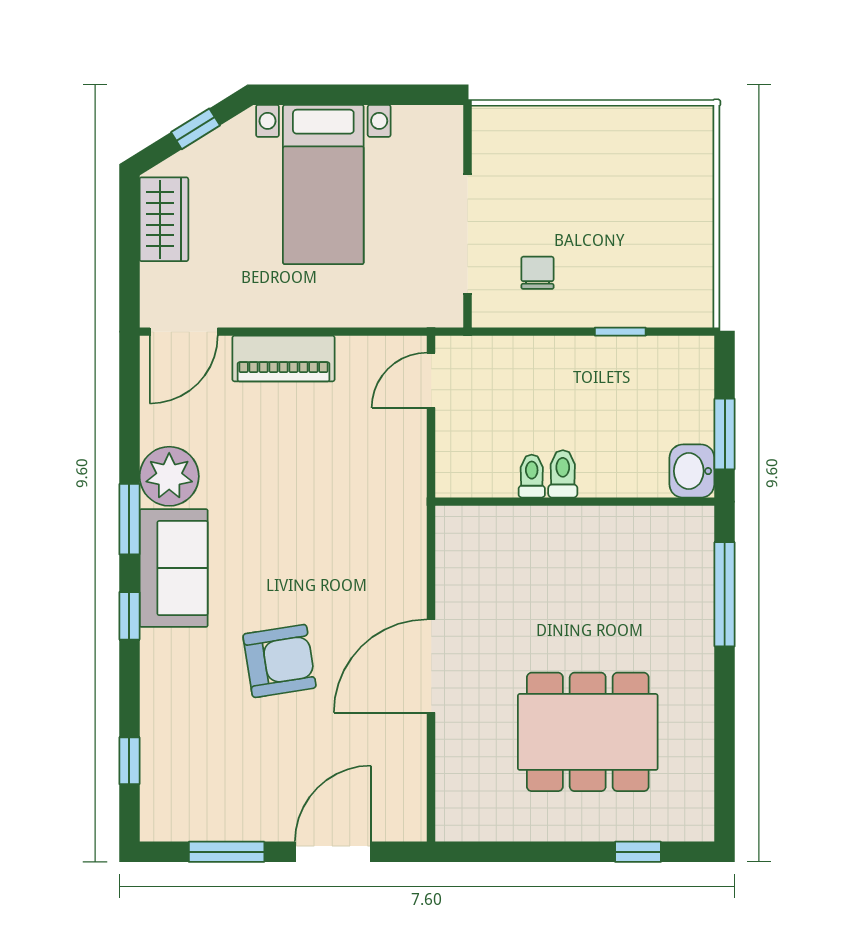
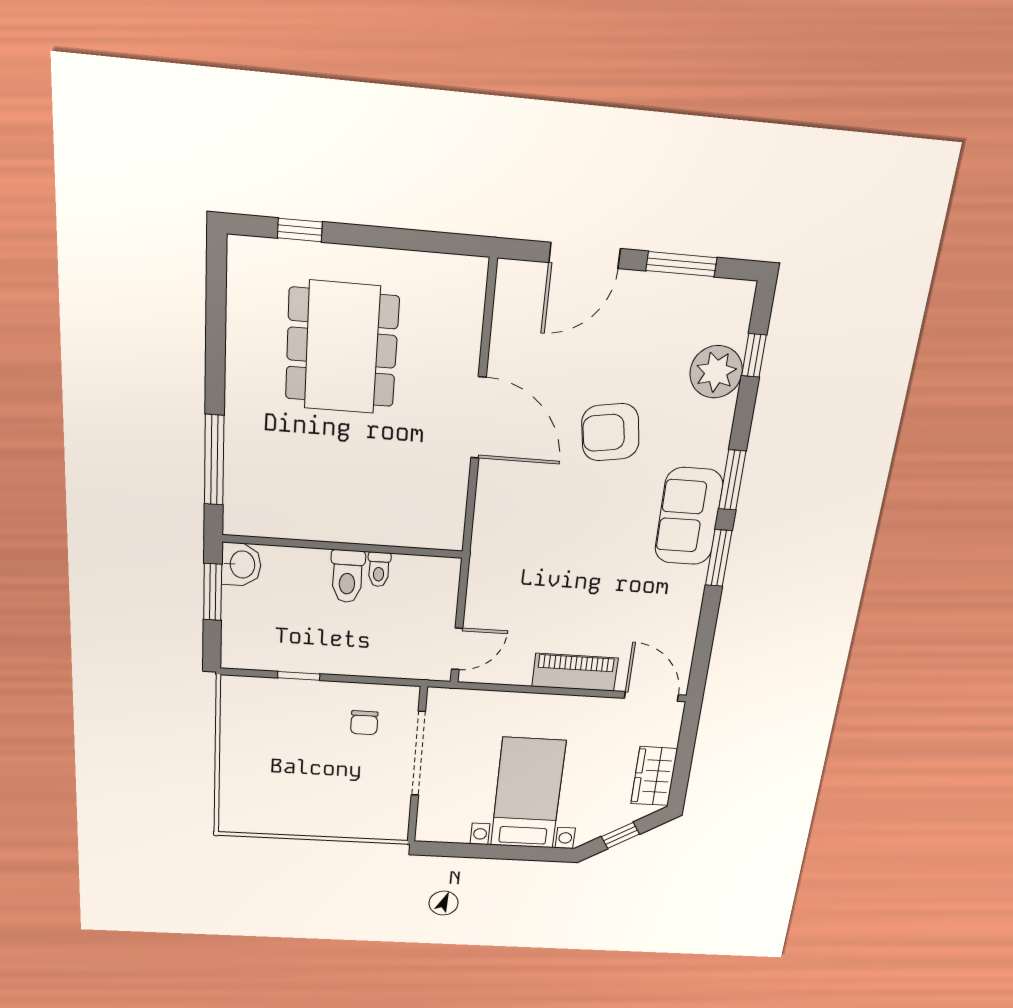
door: (184, 332) -> (651, 696), hinge flipped
toilet: (563, 474) -> (347, 576), width x1.37, depth x1.39
plant: (169, 476) -> (716, 372), moved
window: (129, 616) -> (732, 480), width x1.50
door: (431, 666) -> (479, 418), hinge flipped
dining table: (588, 732) -> (342, 348), turned 90

